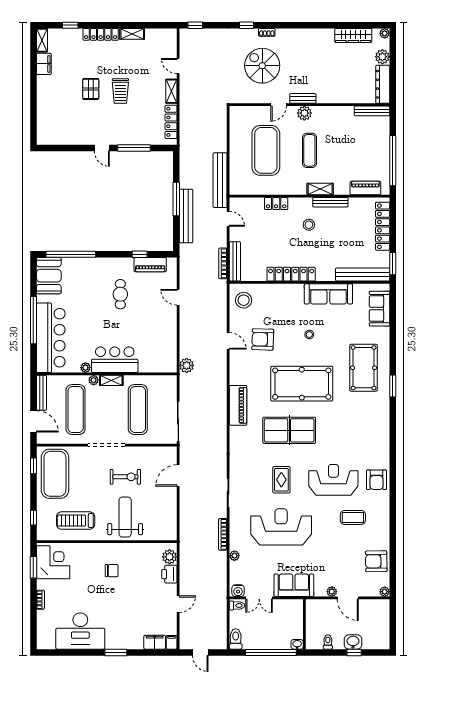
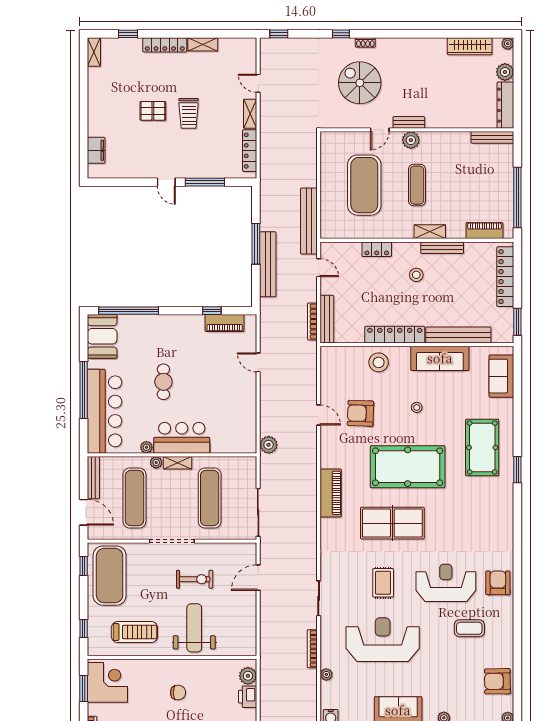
filing cabinet: (44, 64) -> (96, 150), moved
pallet: (91, 89) -> (153, 111), turned 90
bench: (363, 275) -> (458, 335), moved
cafe table: (120, 294) -> (163, 382), moved
stool: (244, 300) -> (379, 362), moved
armchair: (377, 480) -> (498, 583), turned 180
treadmill: (76, 521) -> (134, 632), turned 180

